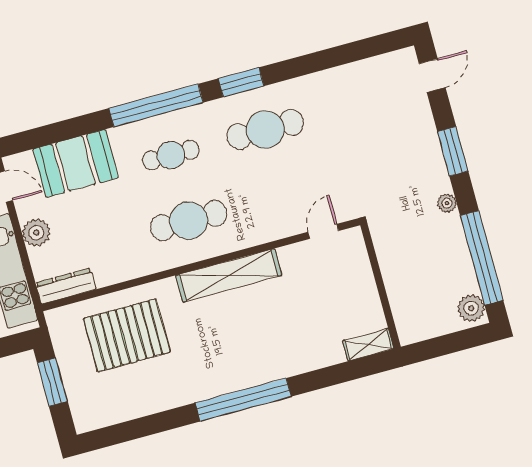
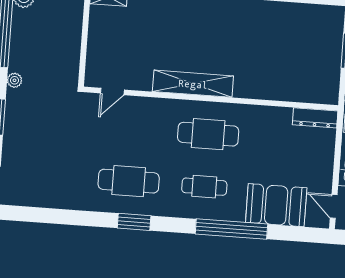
window: (156, 105) -> (231, 229), moved
plant: (36, 233) -> (323, 165), removed
pallet: (127, 335) -> (283, 66), removed

